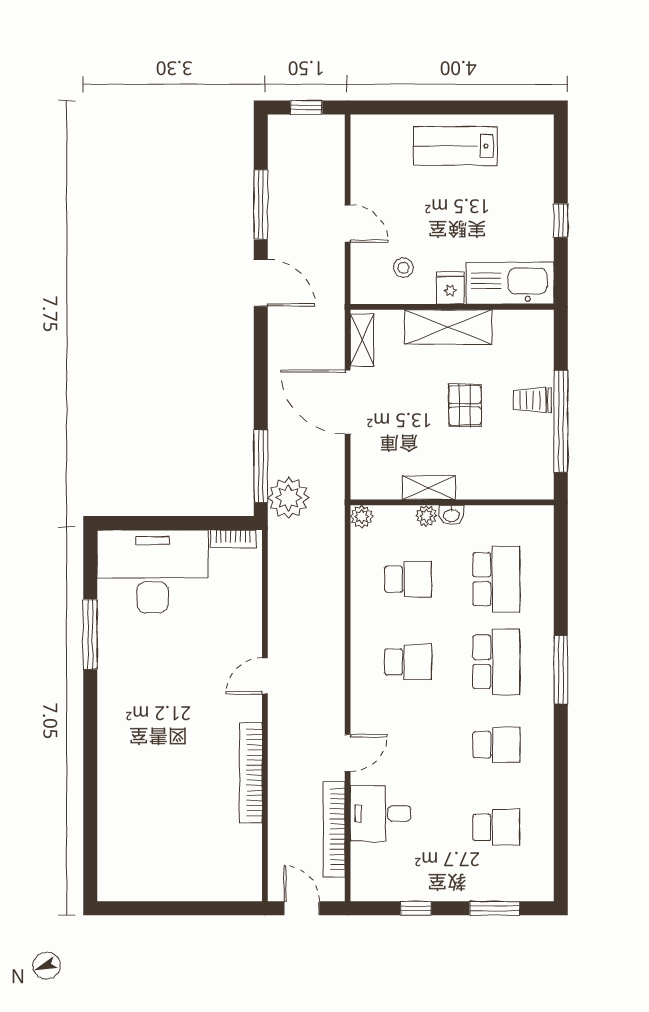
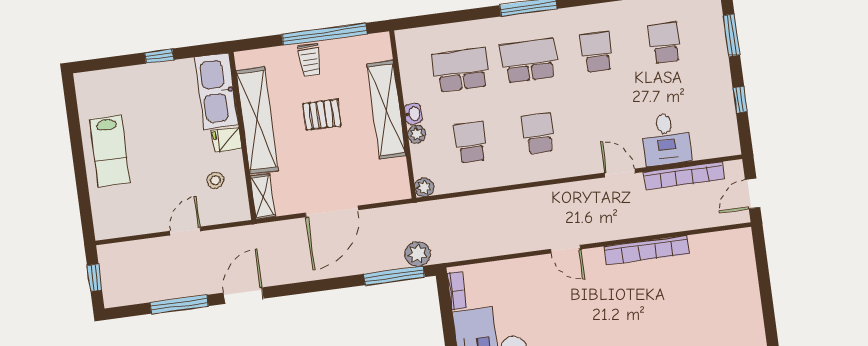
shelving: (448, 327) -> (257, 120), width x1.47
shelving: (362, 340) -> (263, 197), moved, turned 90
shelving: (429, 488) -> (387, 110), width x2.20, depth x1.33
plant: (288, 498) -> (418, 254), width x0.73, depth x0.73

